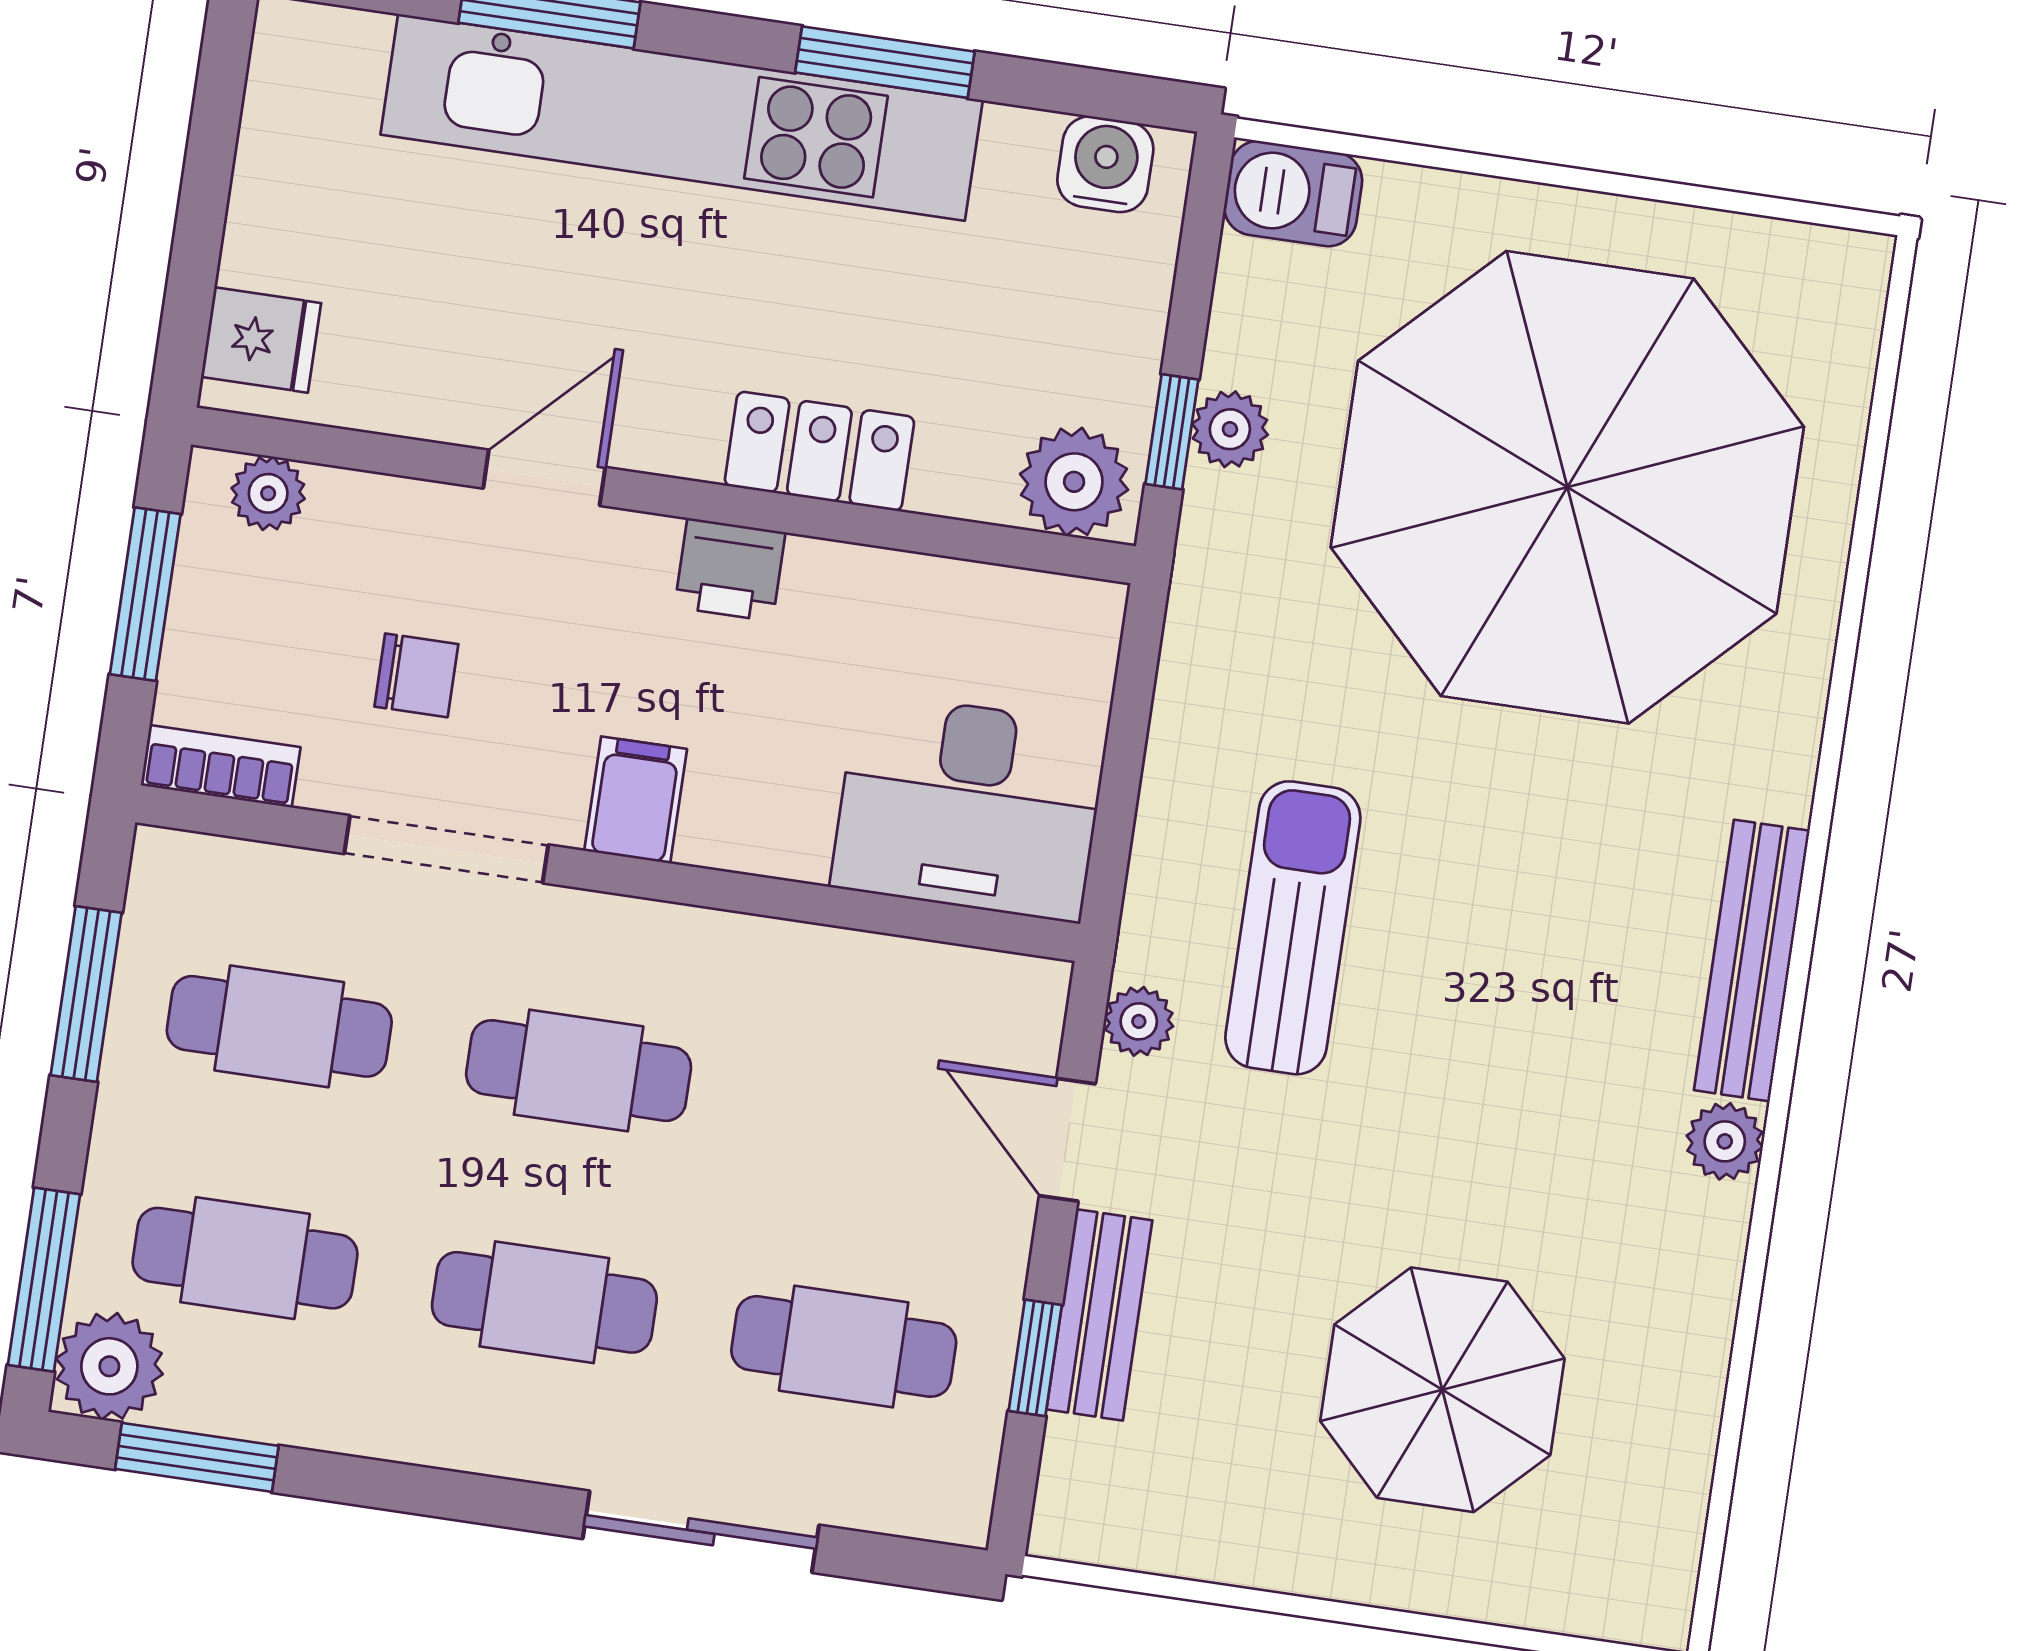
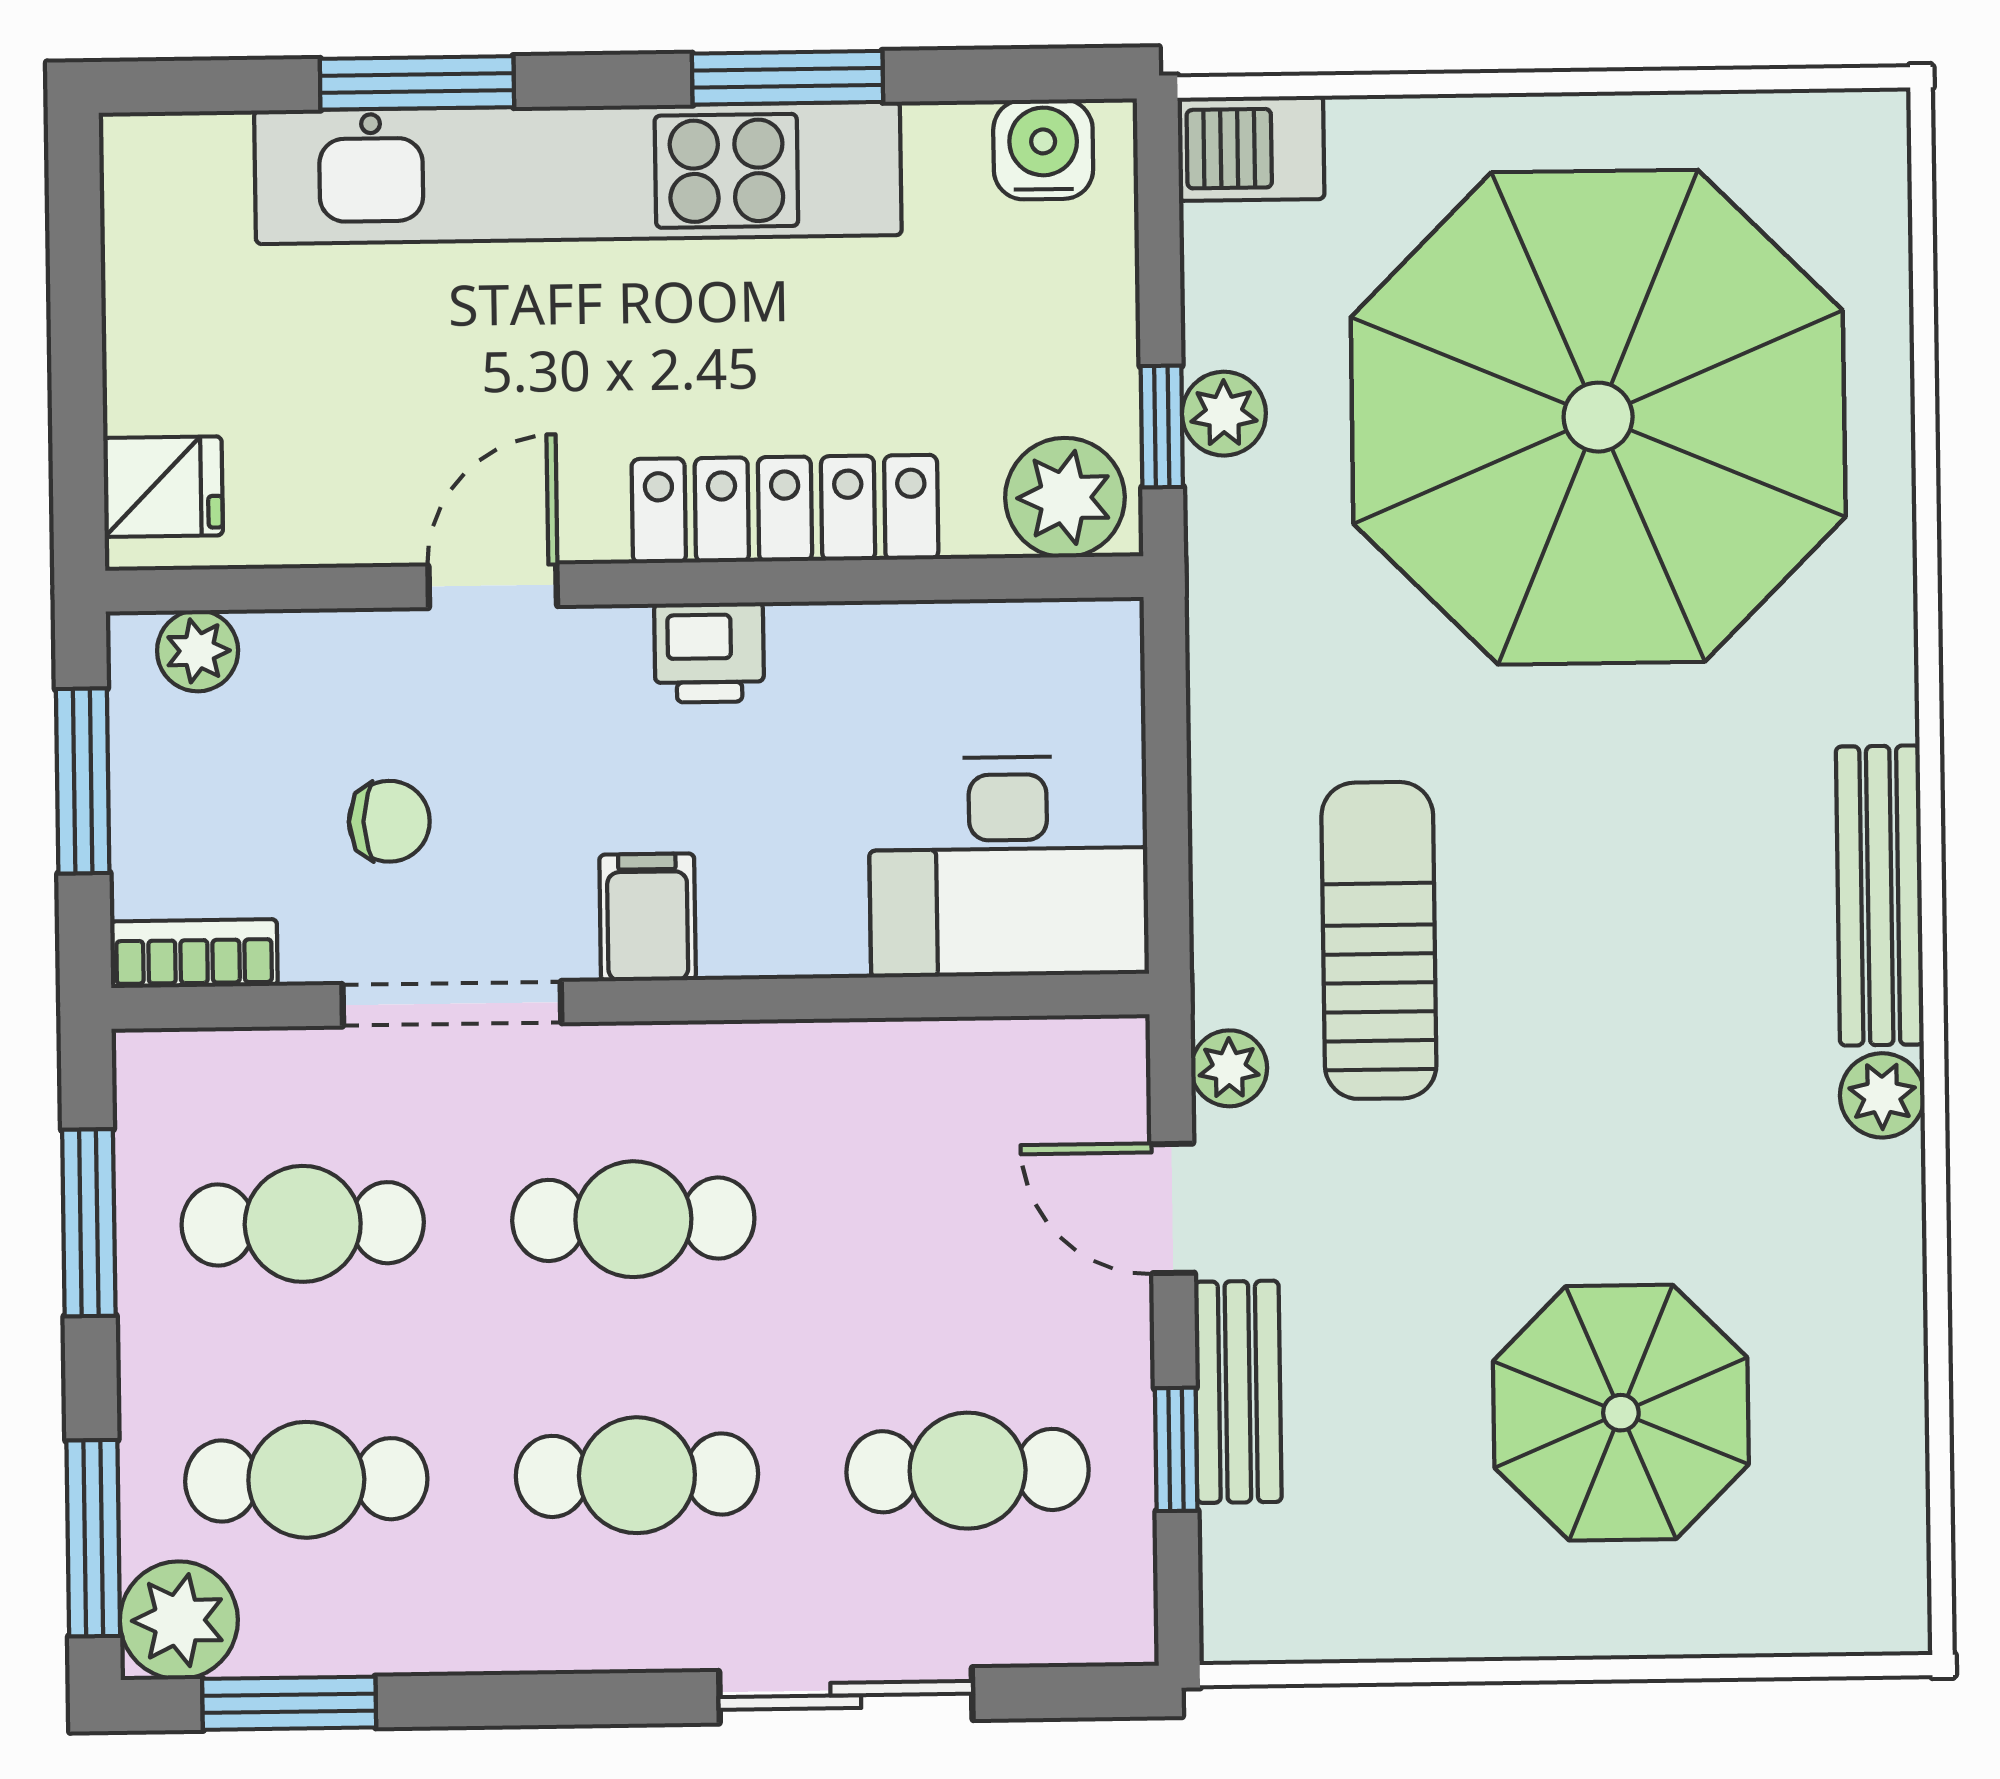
locker: (819, 451) -> (785, 509), width x1.53

